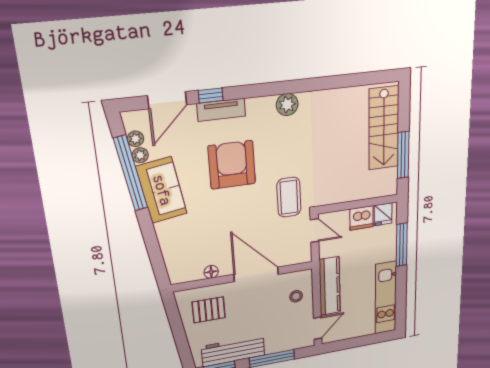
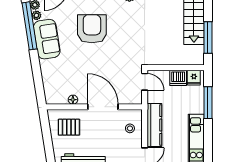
coffee table: (289, 197) -> (128, 56), removed

